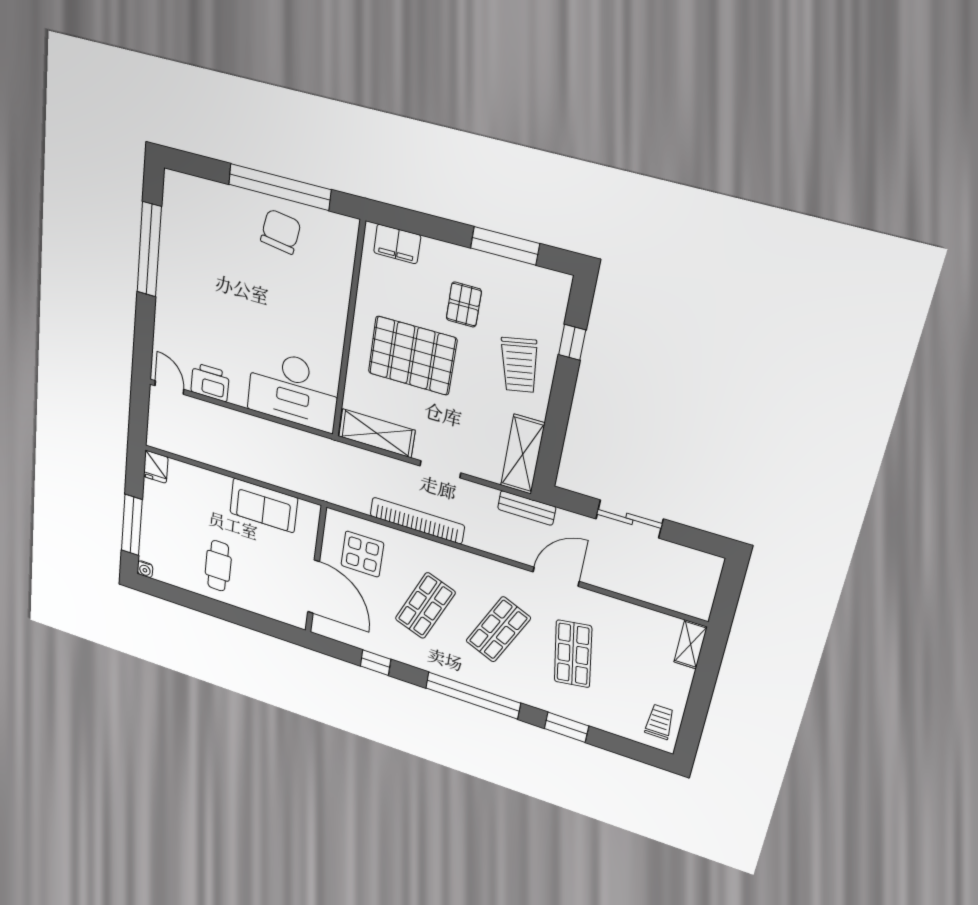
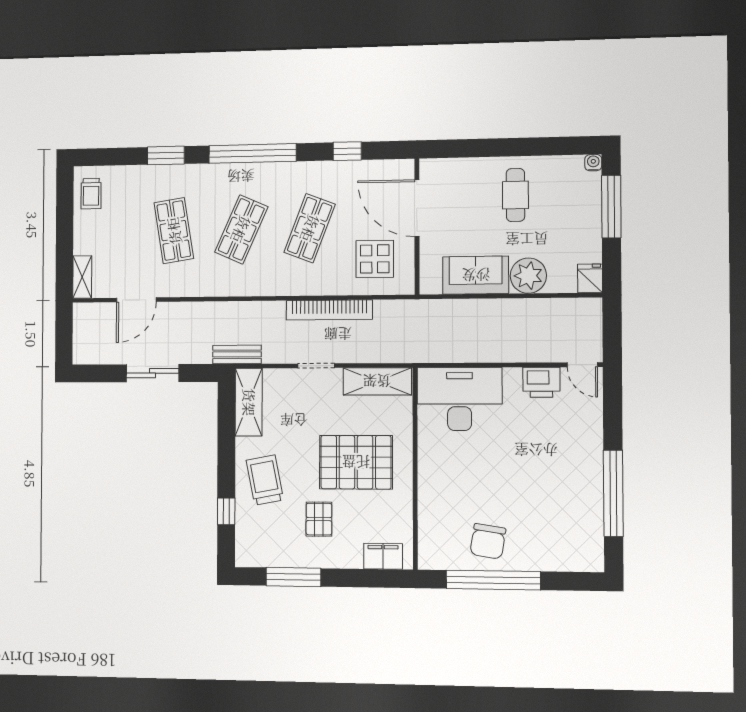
plant: (213, 488) -> (528, 276), added
door: (556, 577) -> (136, 300), moved

